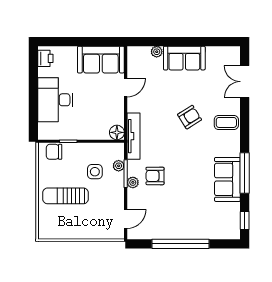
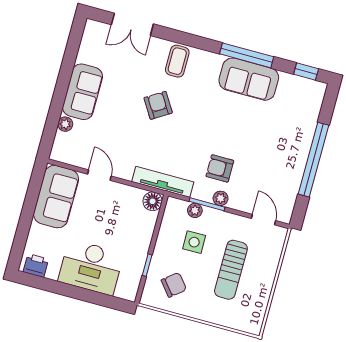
chair: (54, 152) -> (174, 285), moved, turned -129
armchair: (155, 176) -> (220, 168), turned 90
sun lounger: (65, 196) -> (231, 270), moved

